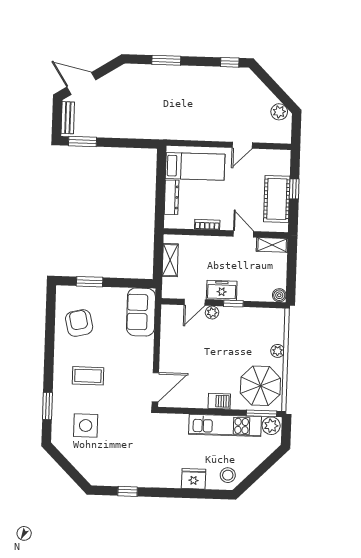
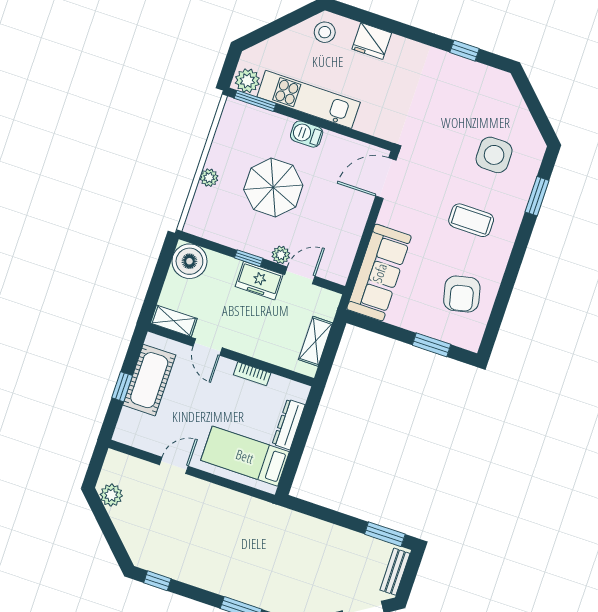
boiler: (279, 295) -> (189, 261), width x1.86, depth x1.86
sofa: (141, 312) -> (379, 273), width x1.36
parasol: (260, 386) -> (273, 187), moved

